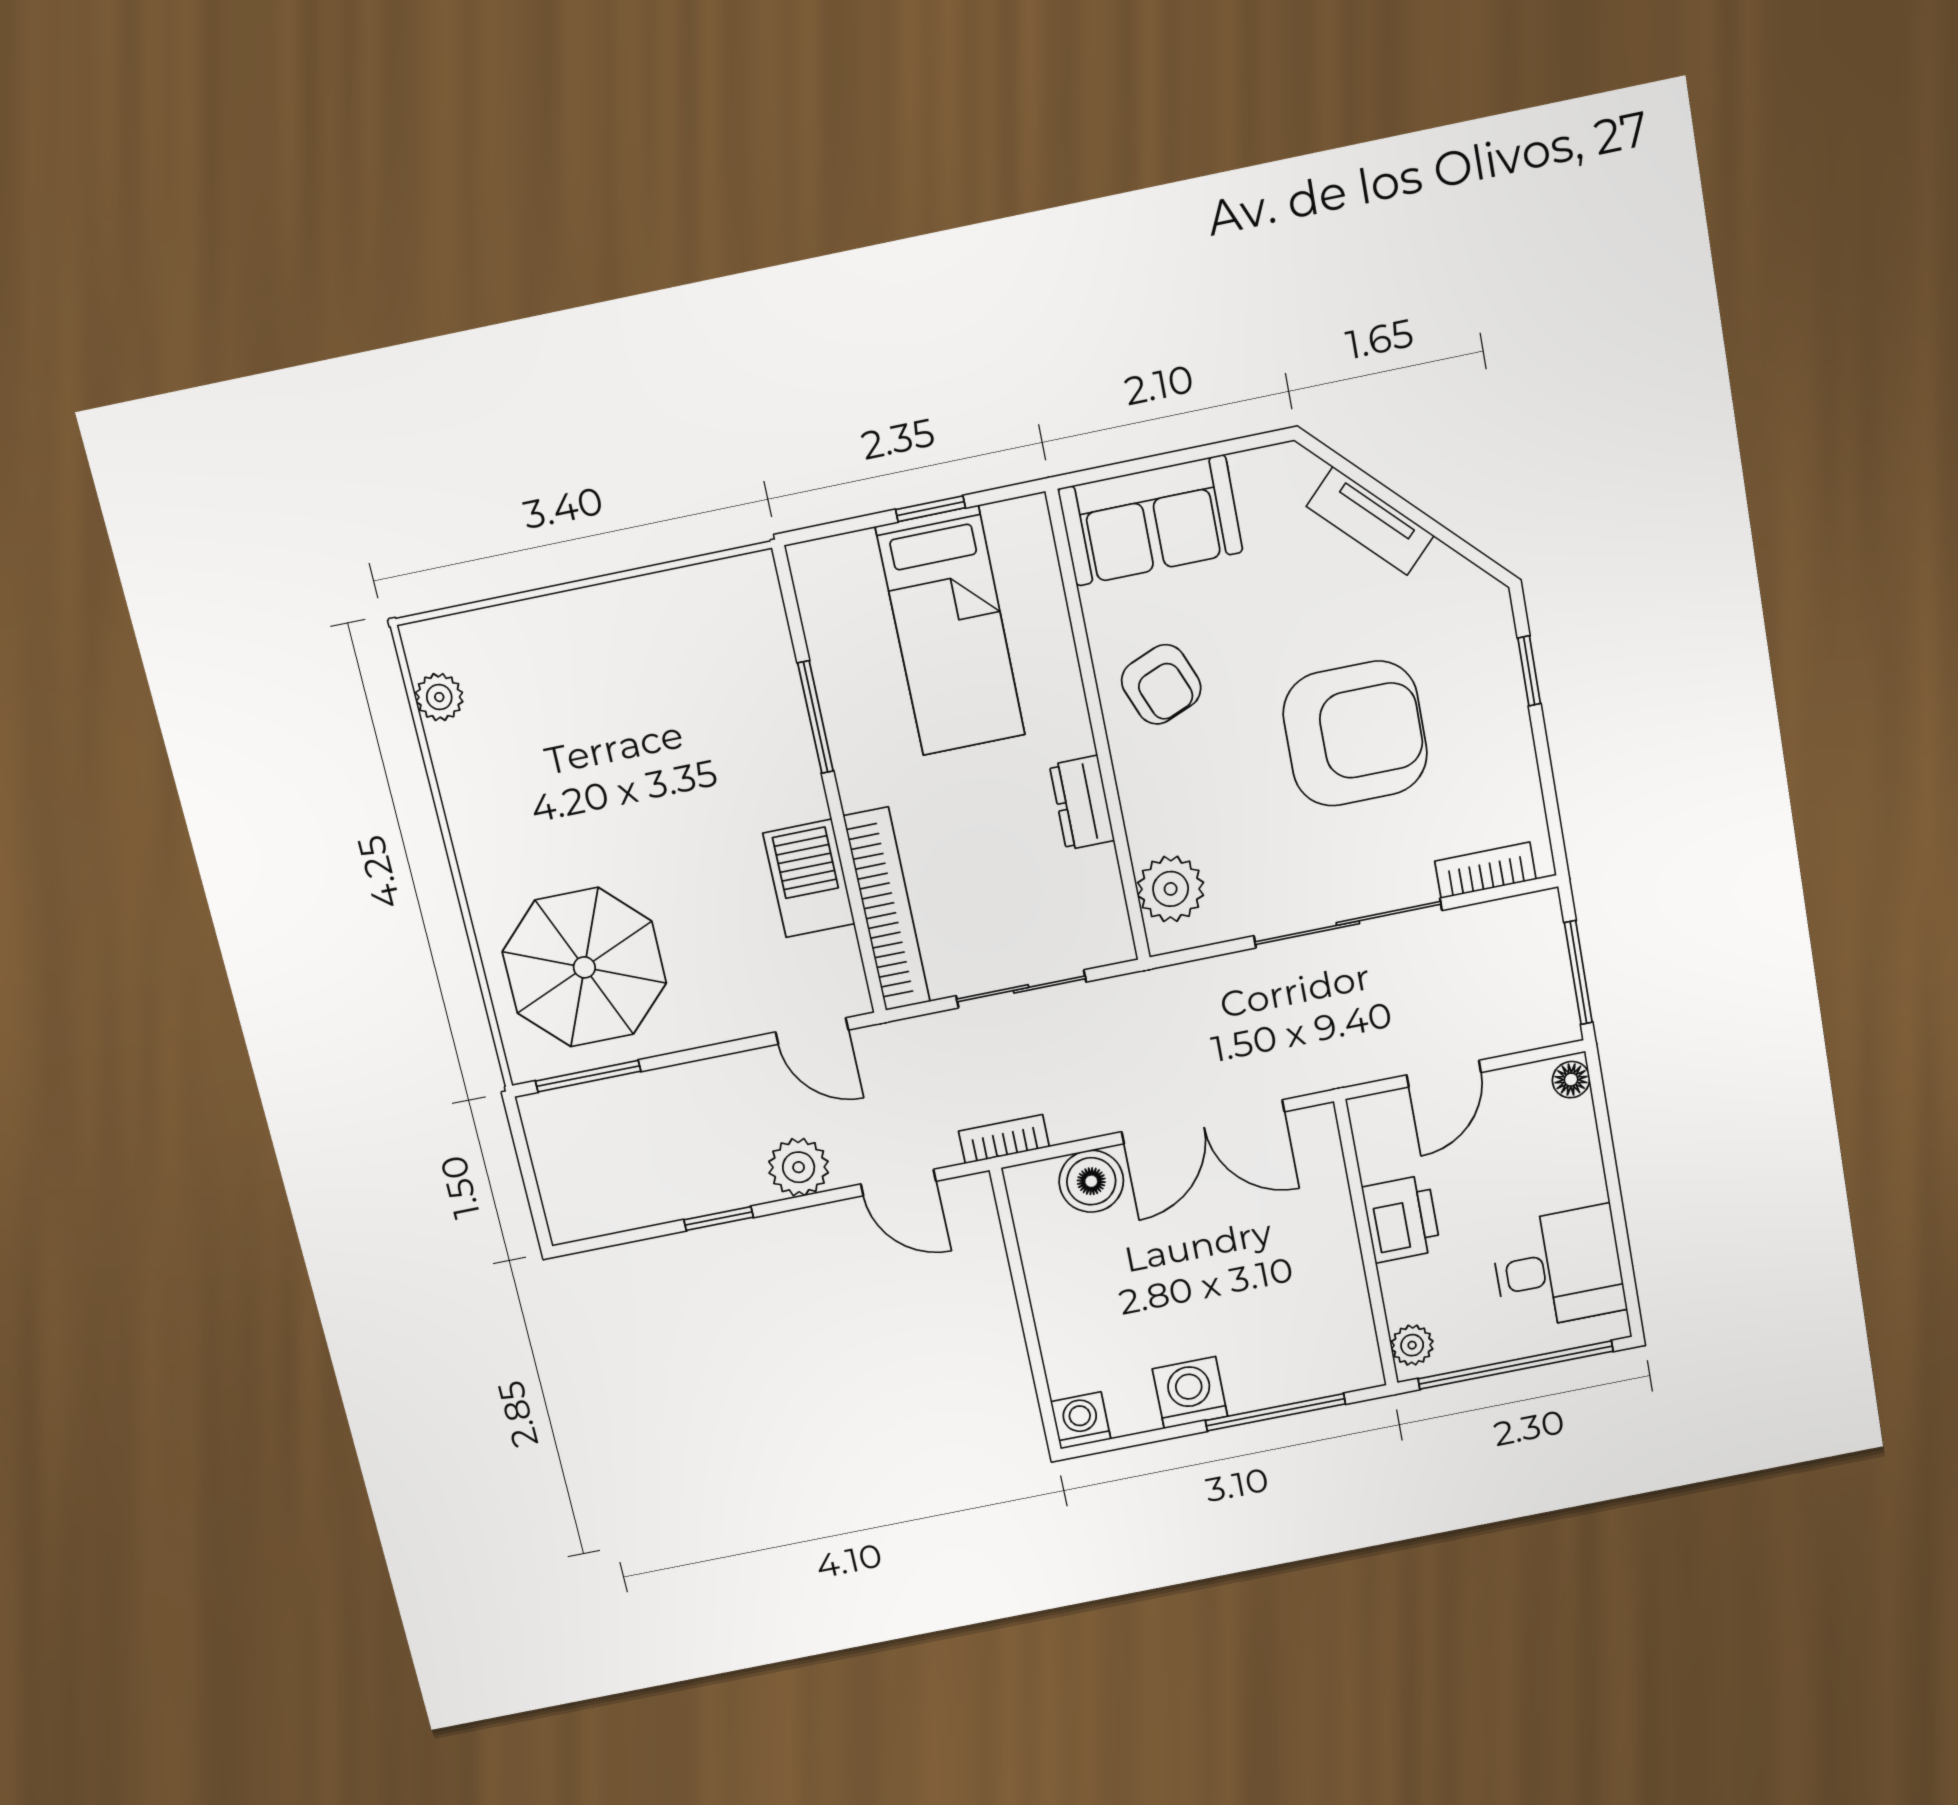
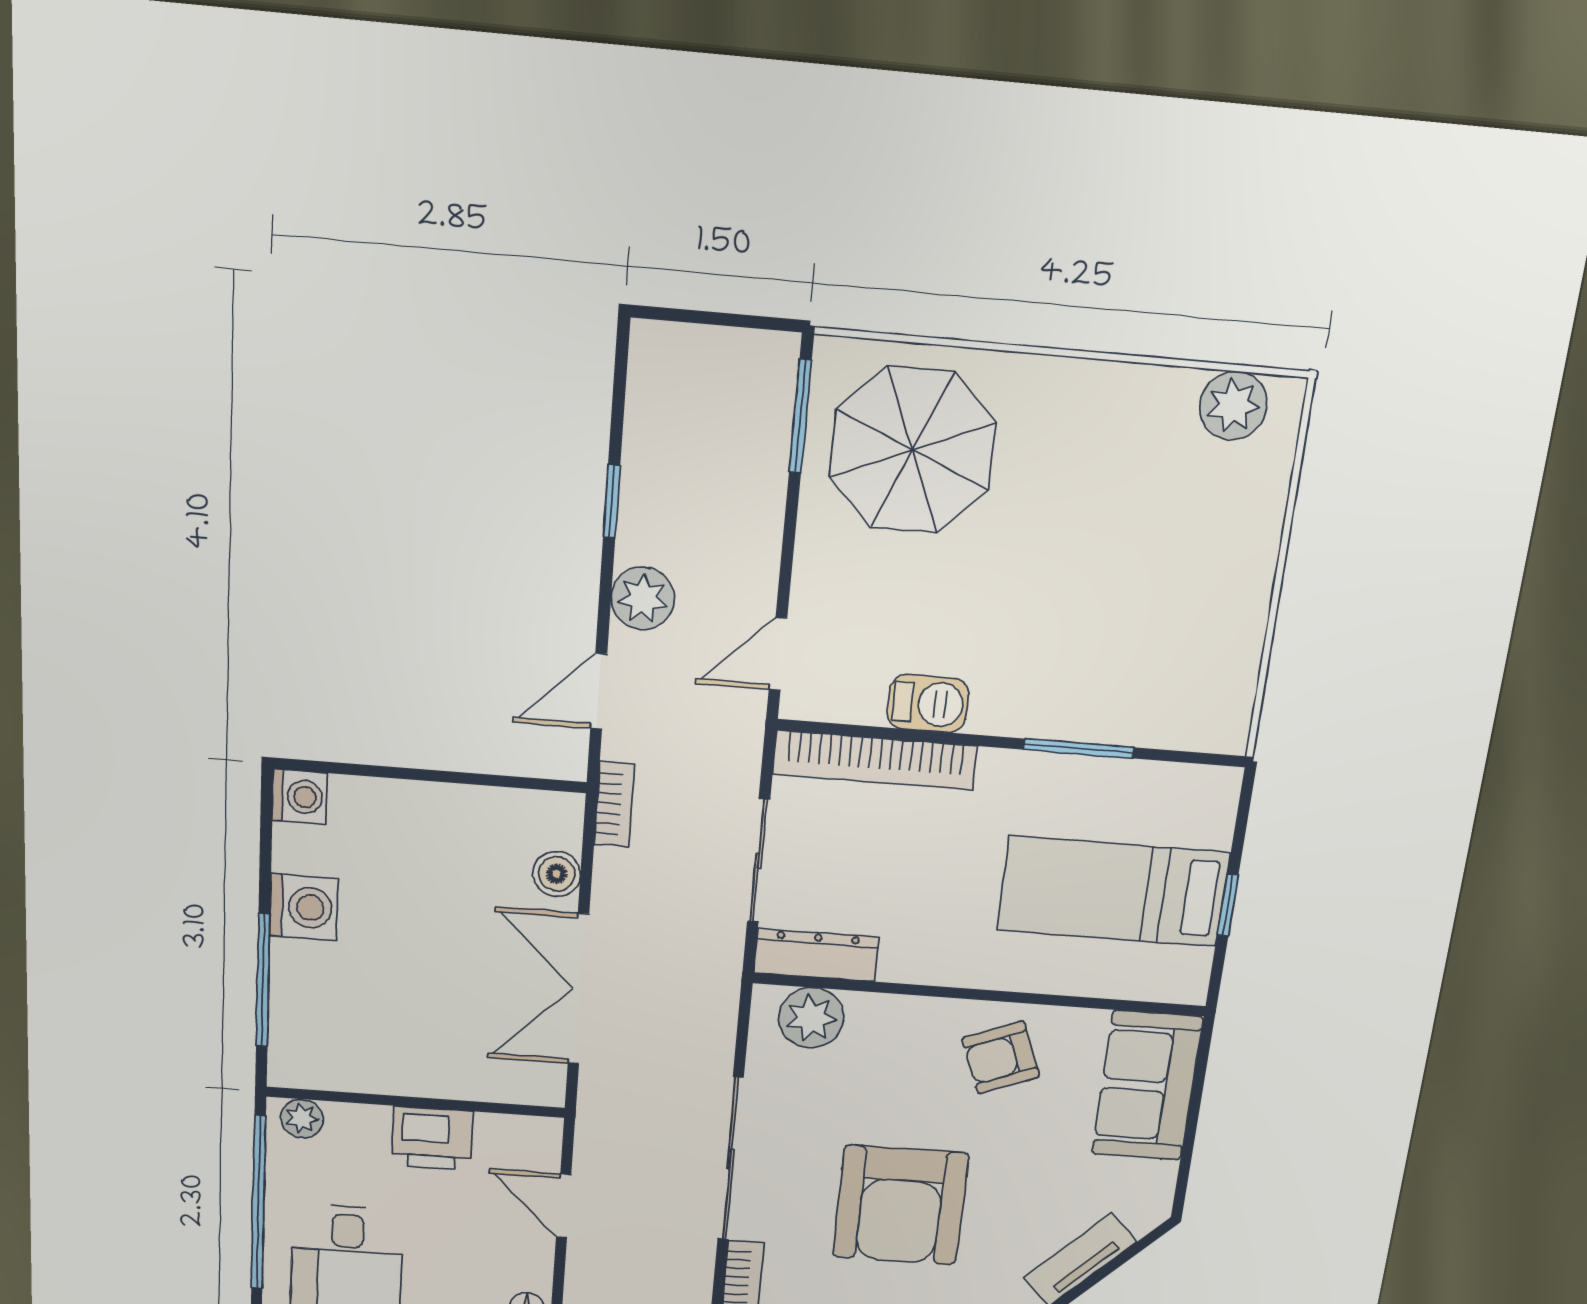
plant: (439, 697) -> (1233, 406), width x1.38, depth x1.38
dresser: (1082, 803) -> (816, 955), moved, width x1.44
barbecue: (809, 878) -> (928, 704), width x0.73, depth x0.79
boiler: (1091, 1181) -> (557, 874), width x0.73, depth x0.73

